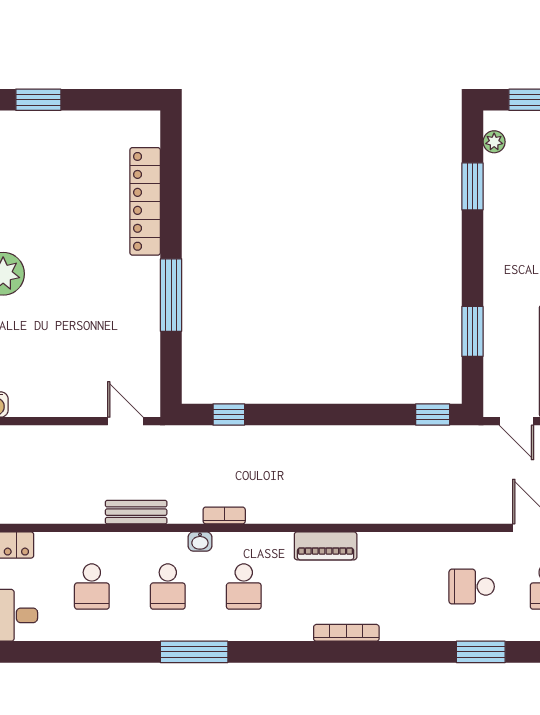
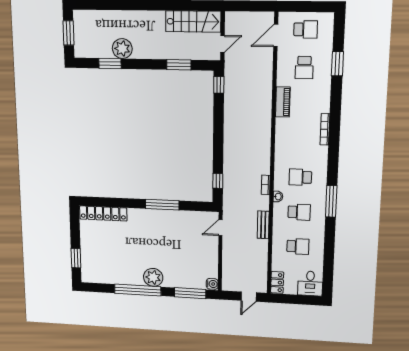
plant: (494, 142) -> (122, 49), moved, width x1.87, depth x1.87
locker: (145, 201) -> (103, 213), moved
piano: (326, 546) -> (283, 102), moved
school desk: (244, 587) -> (300, 177), turned 180

